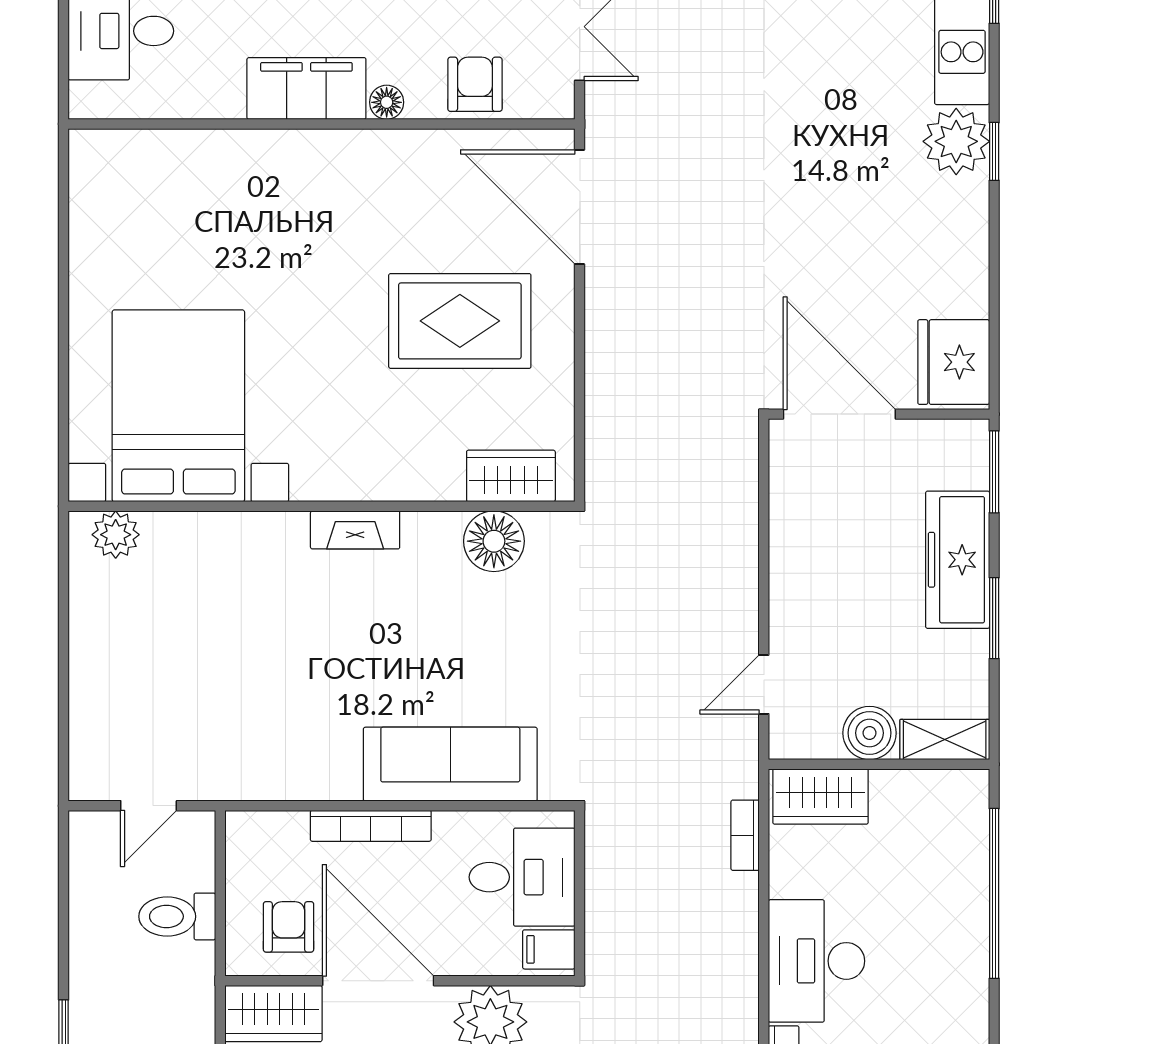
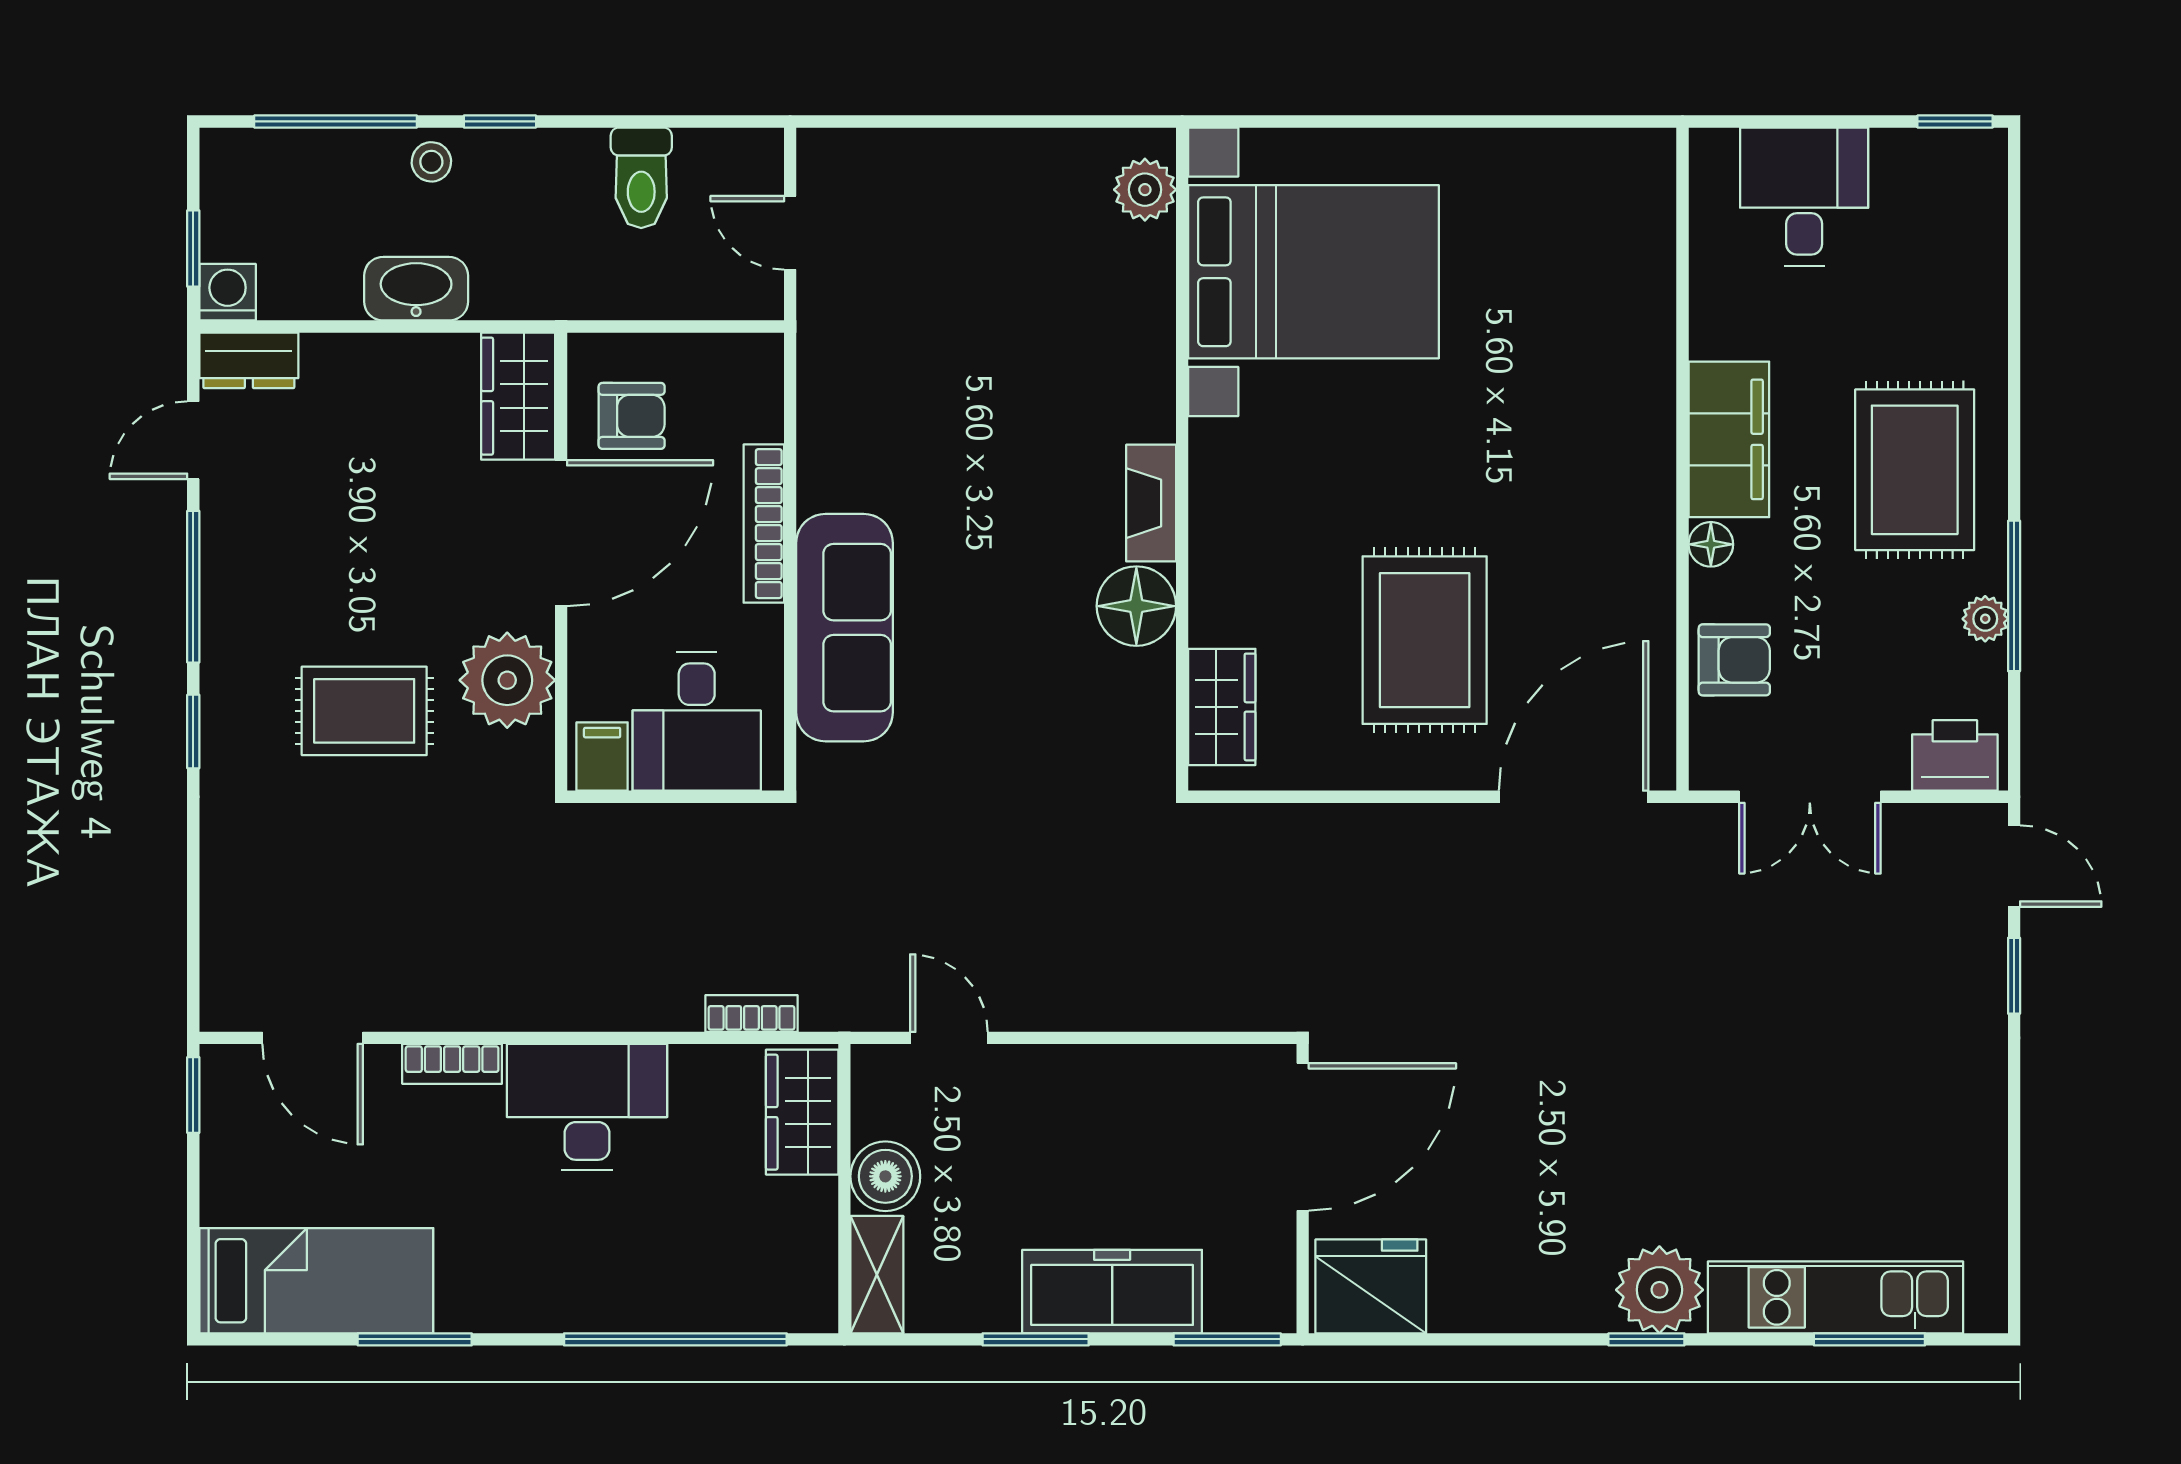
floor lamp: (494, 541) -> (1136, 606), moved
toilet: (177, 916) -> (641, 178), moved, turned 180

